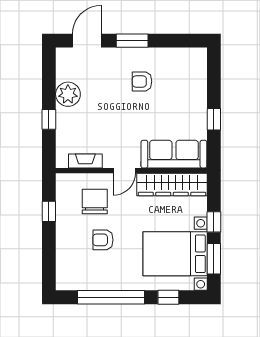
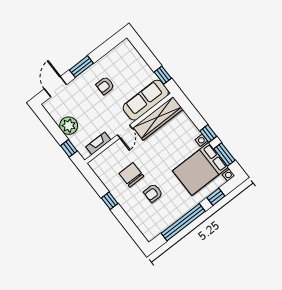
sofa: (174, 154) -> (146, 100), moved
fireplace: (85, 161) -> (98, 143), moved
door: (124, 171) -> (125, 132), moved
wall: (131, 171) -> (129, 128), moved
wardrobe: (172, 185) -> (158, 118), moved

